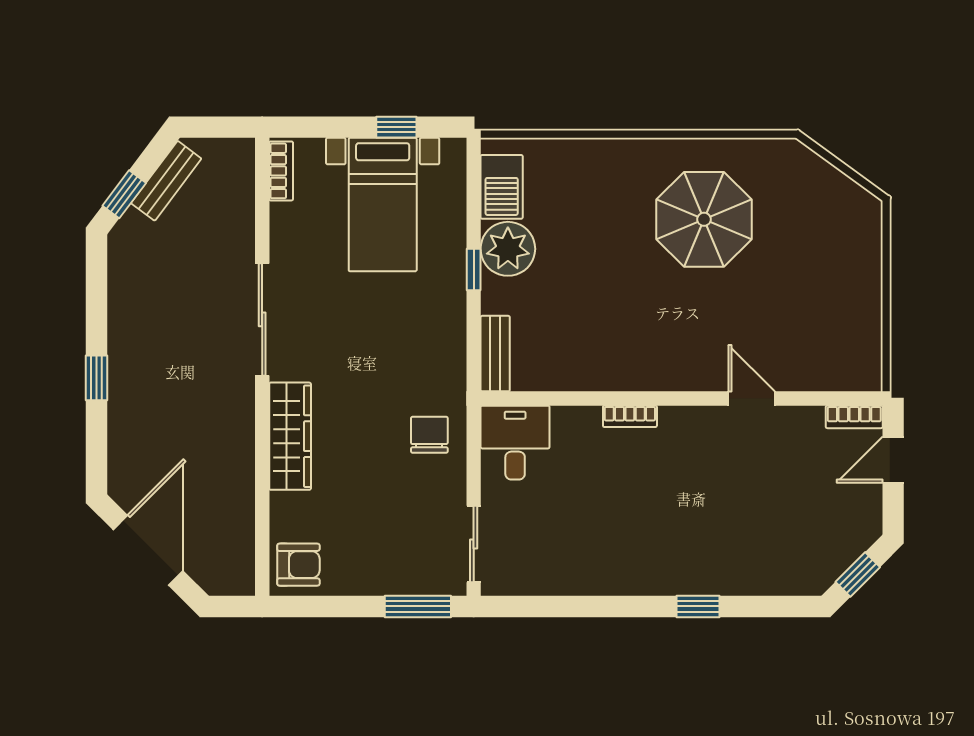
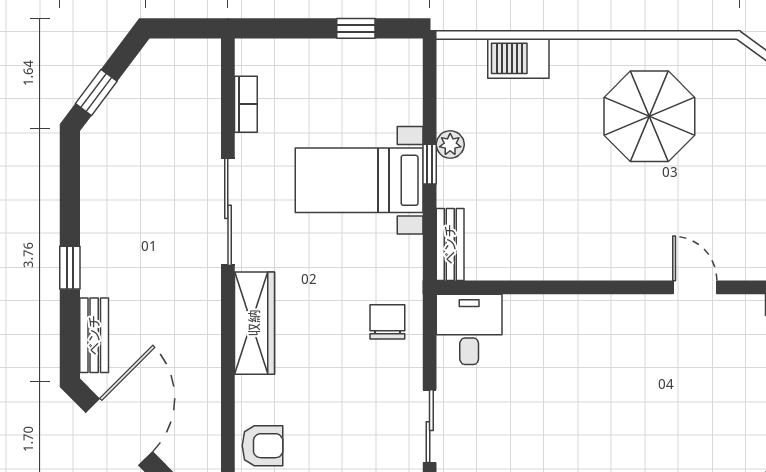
bookcase: (281, 171) -> (246, 104), moved
bench: (166, 181) -> (94, 335), moved, turned -37
barbecue: (502, 187) -> (518, 58), moved, turned 90
bed with nightstands: (383, 205) -> (359, 180), moved, turned 90
plant: (508, 249) -> (450, 144), width x0.53, depth x0.53
bookcase: (630, 416) -> (579, 304), removed

